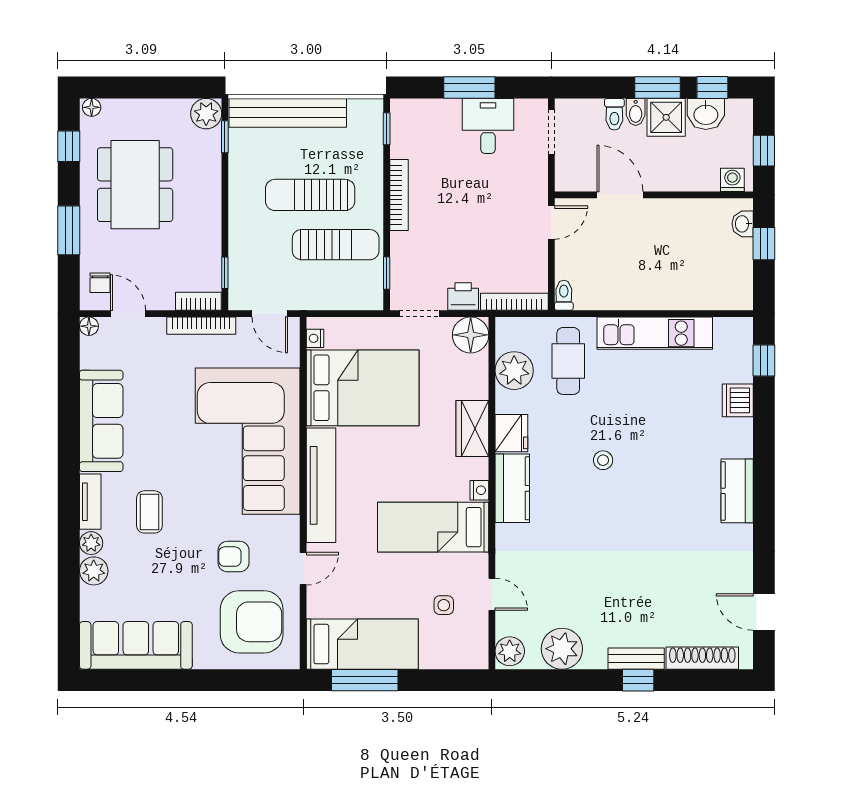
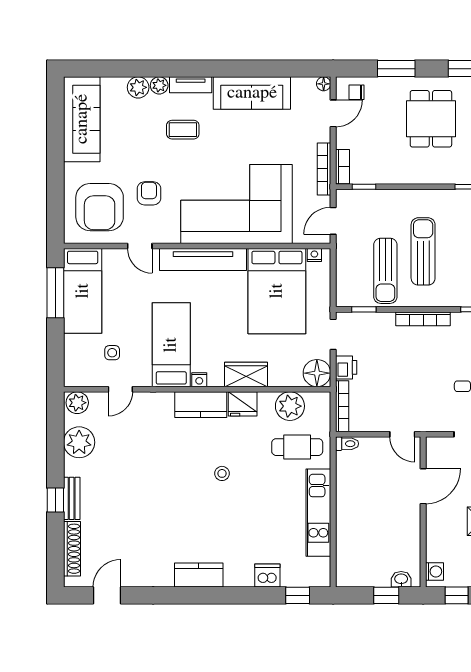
dining table: (135, 185) -> (431, 119), width x0.73

